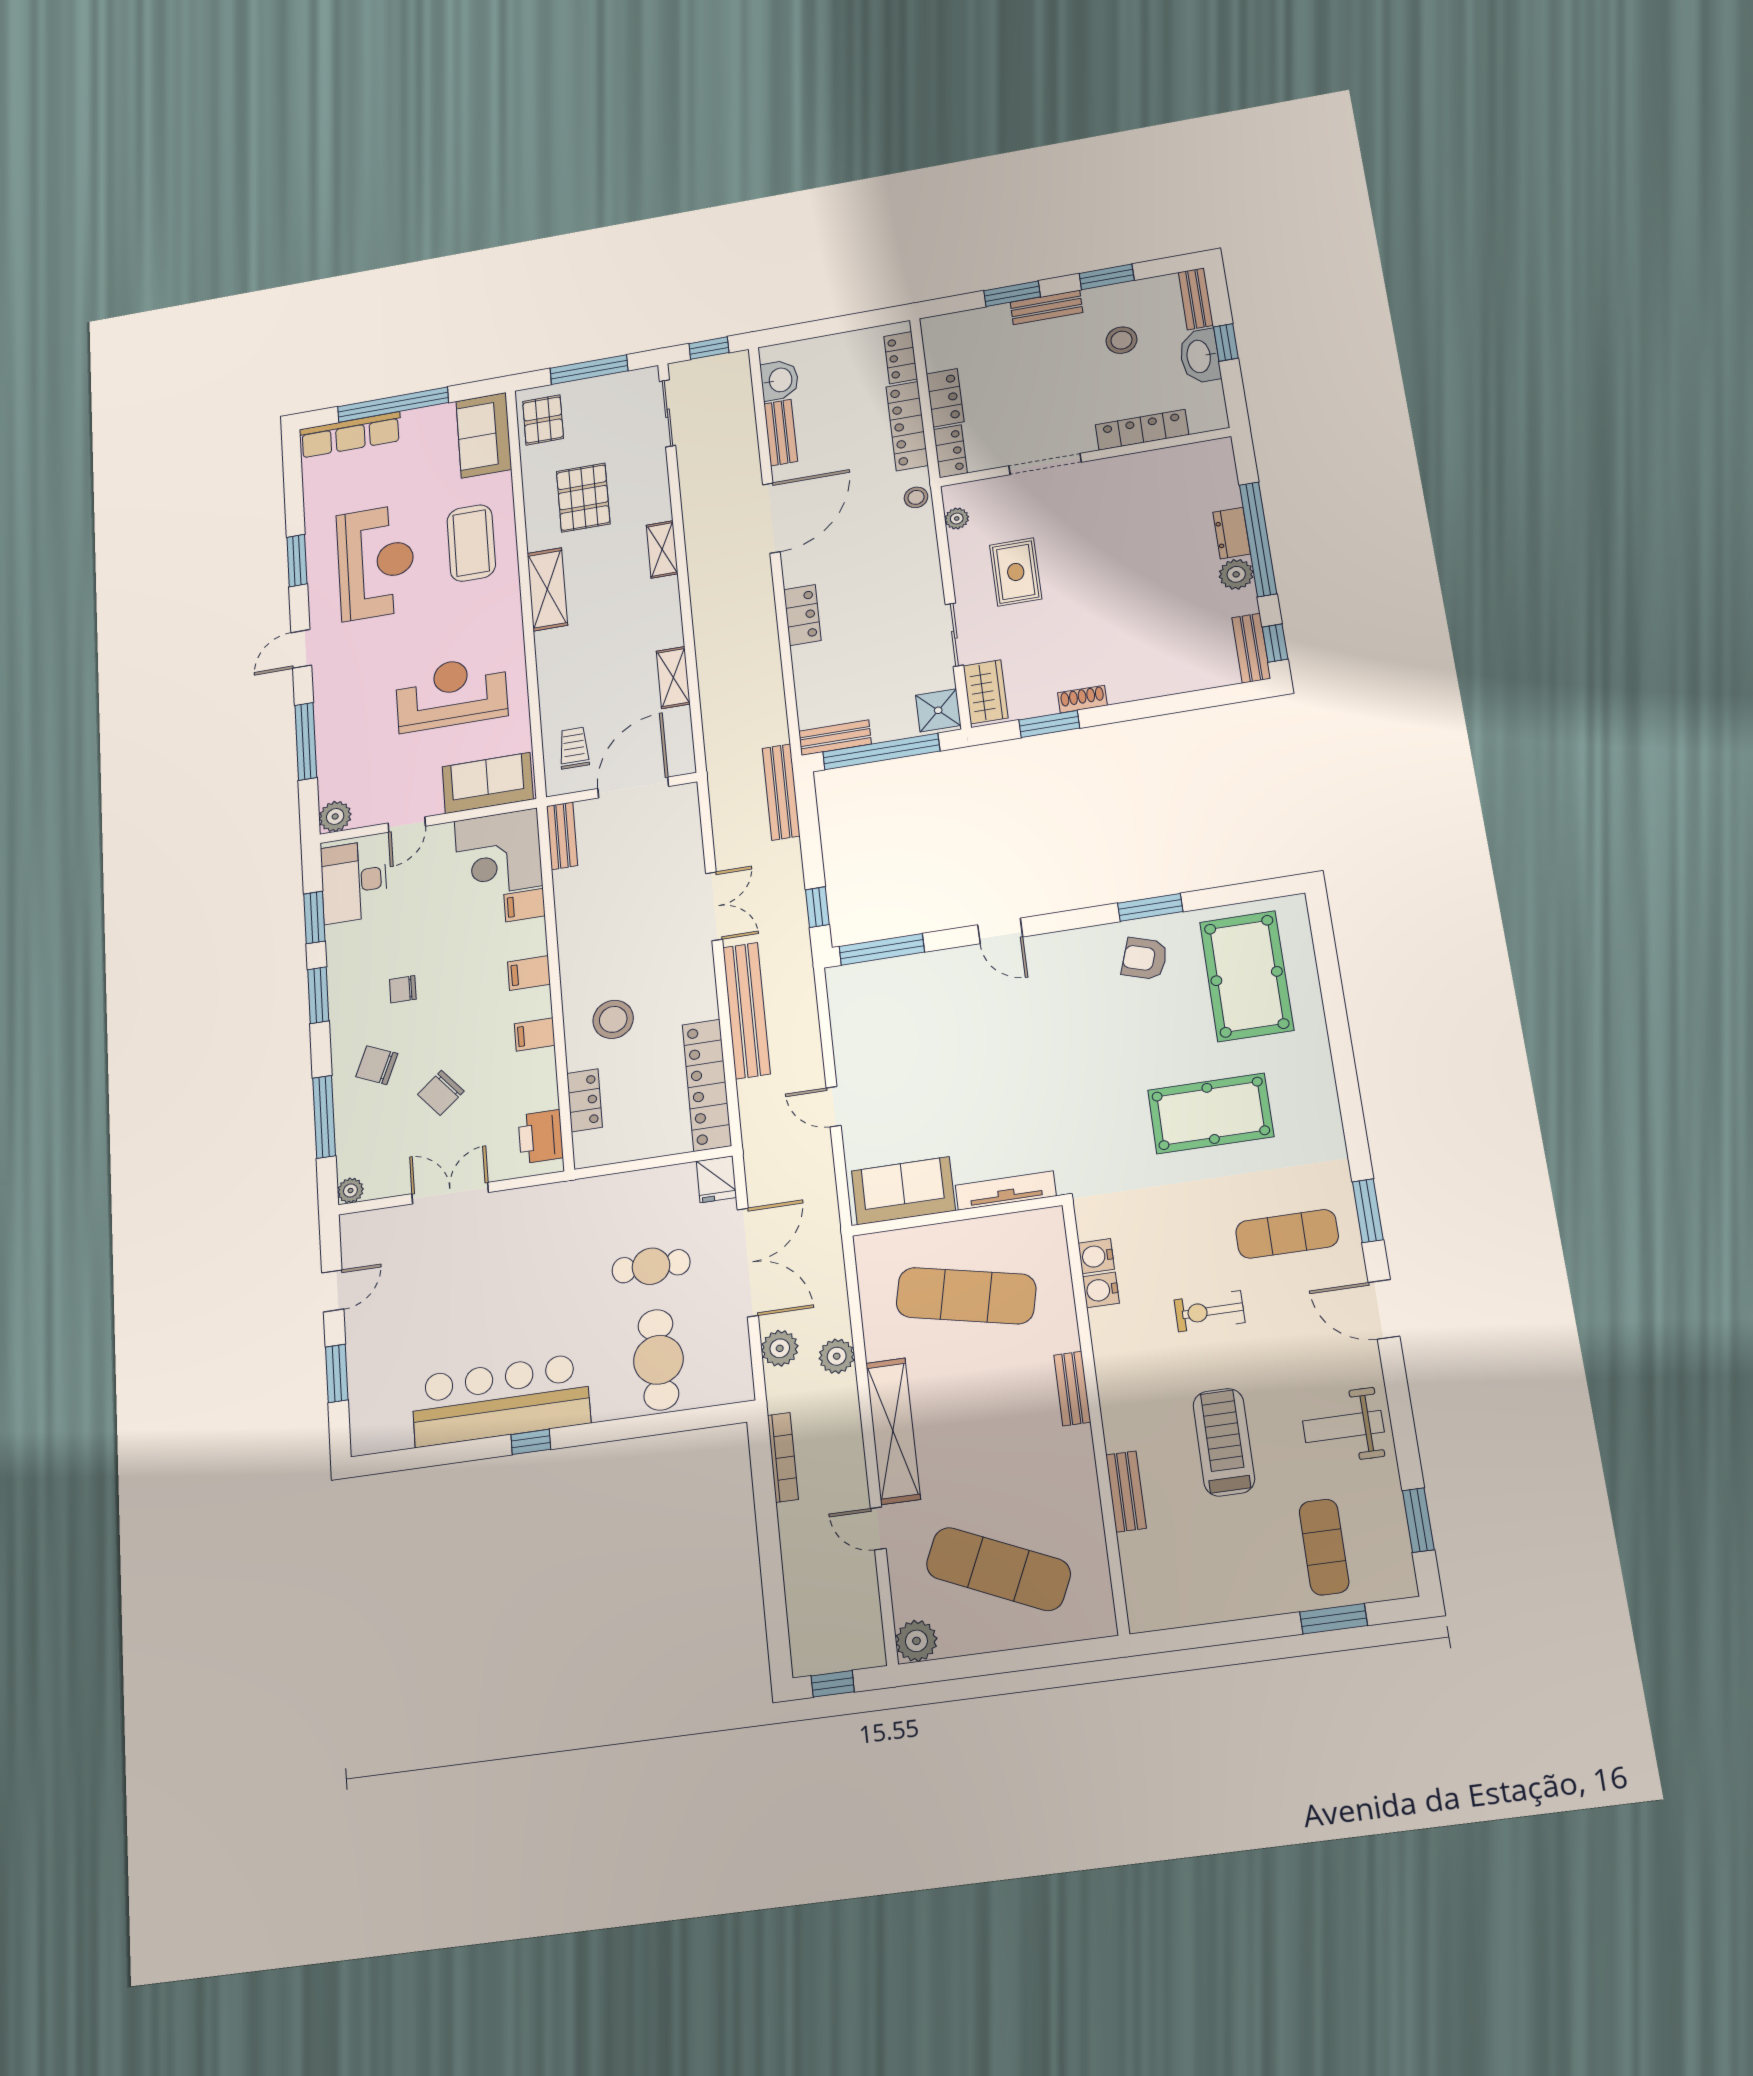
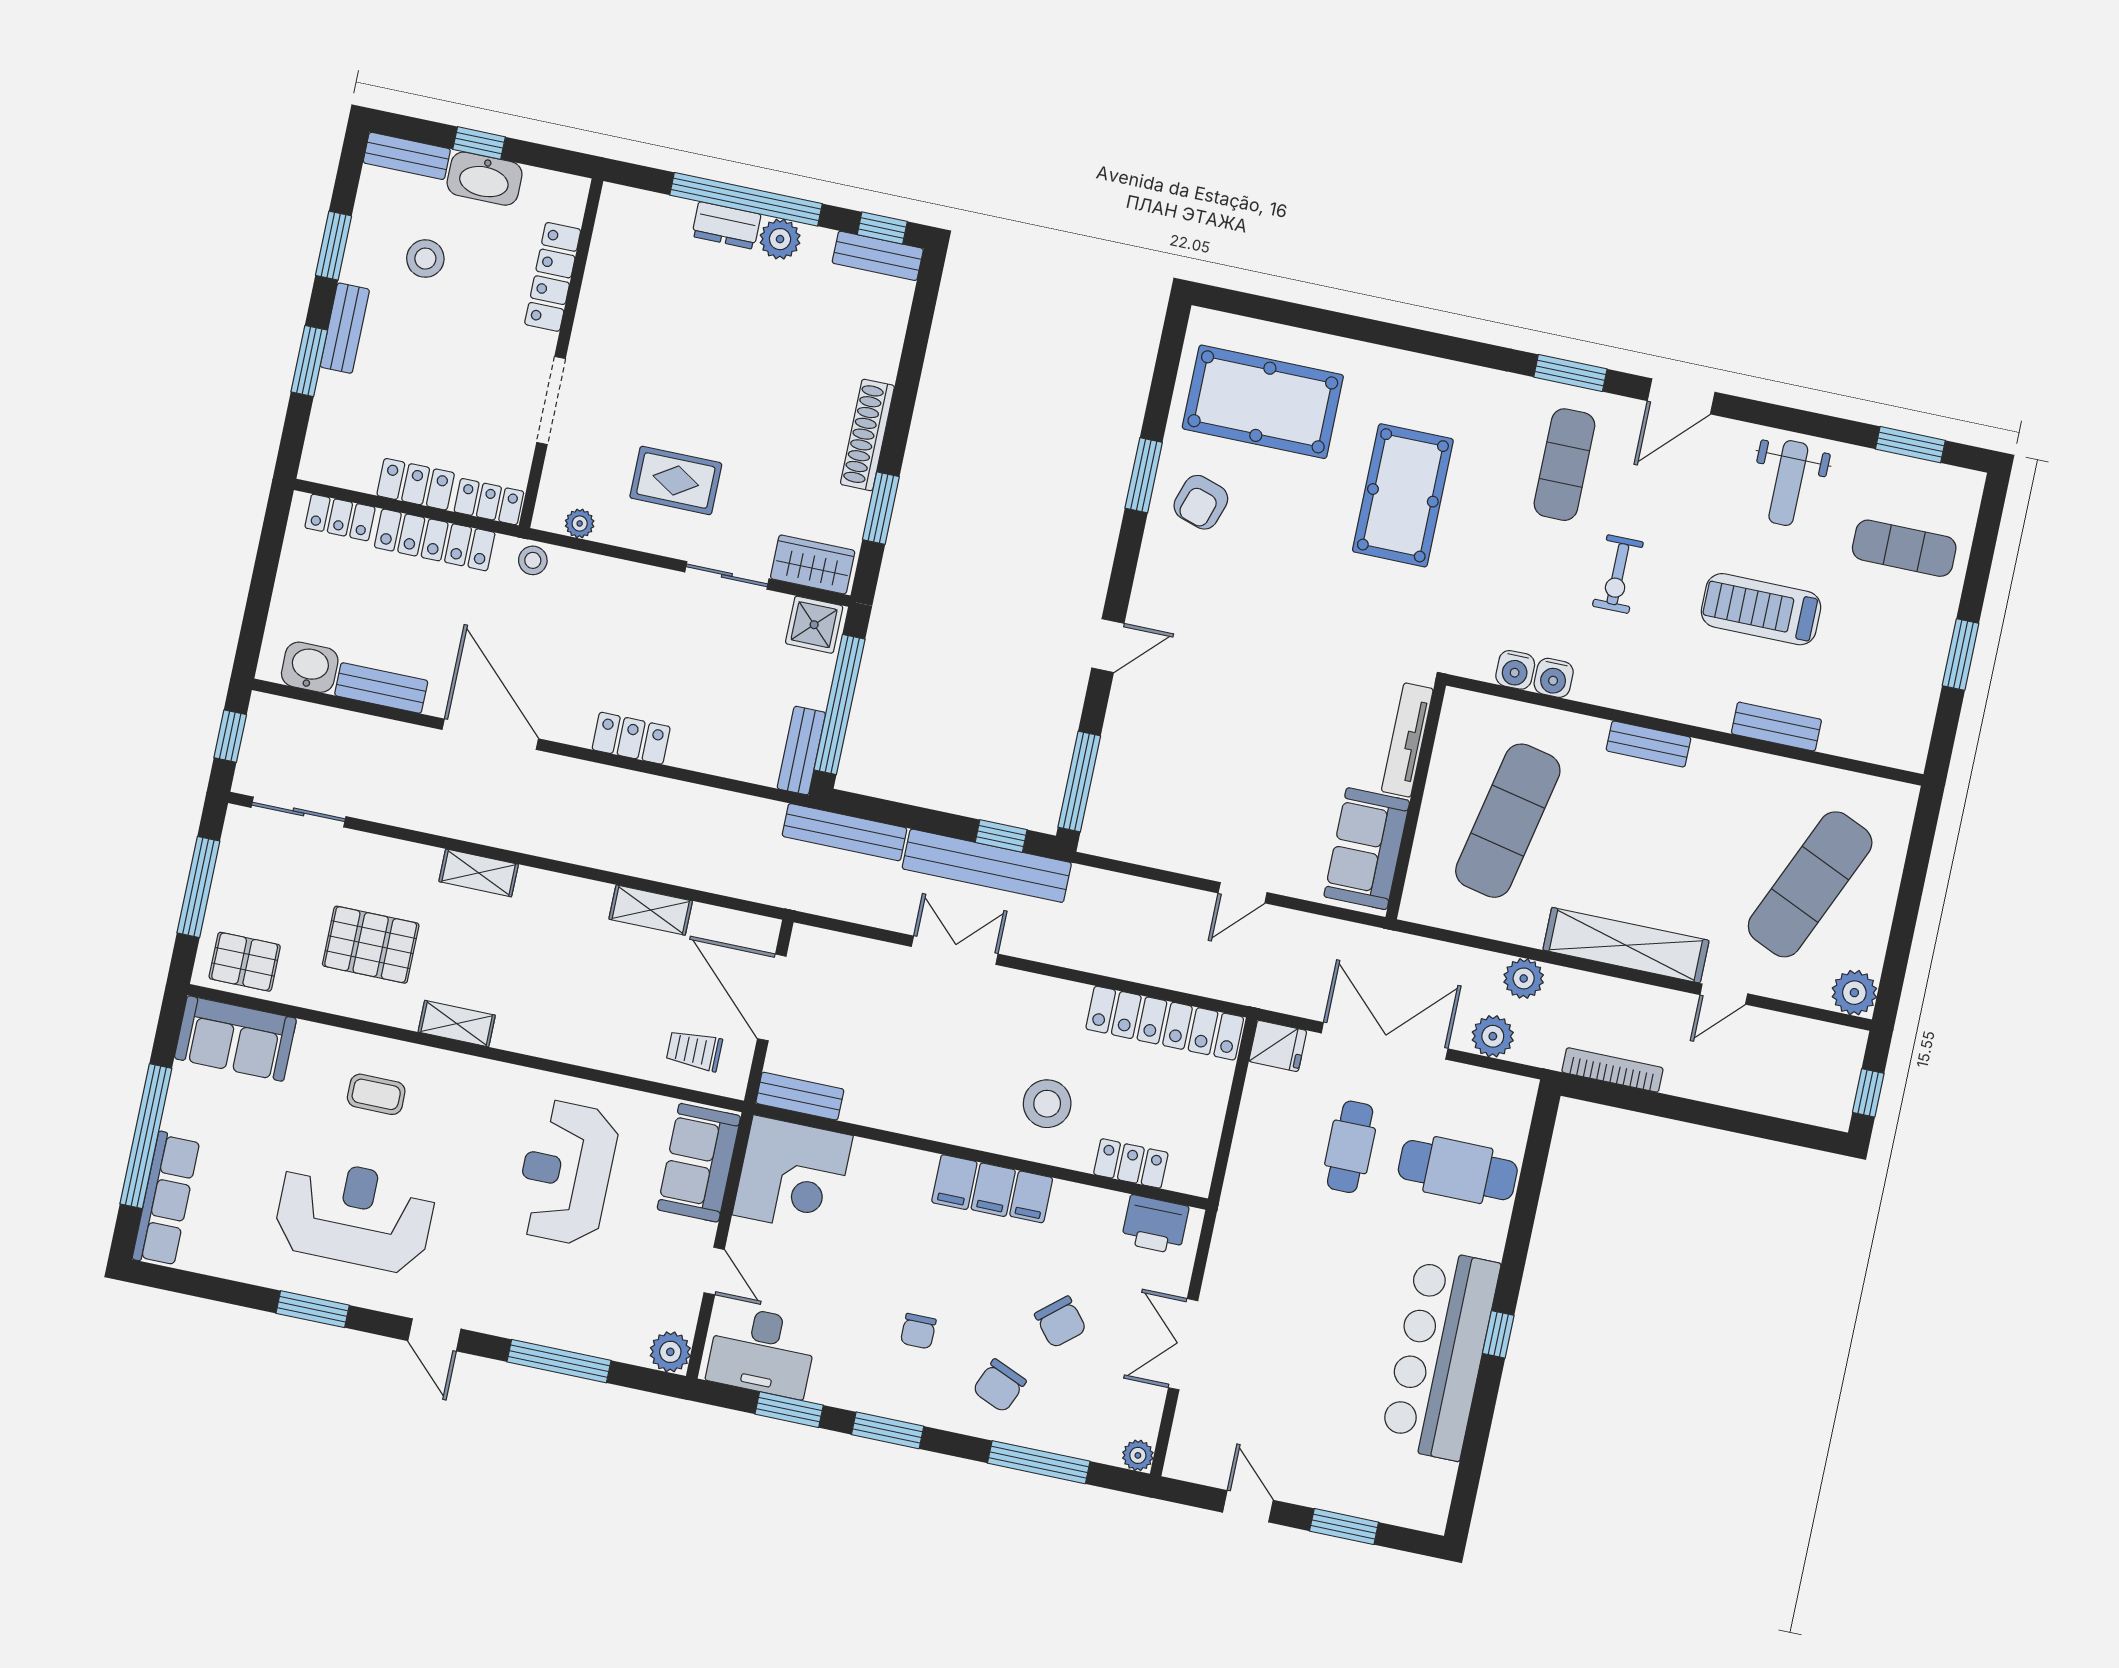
coffee table: (471, 543) -> (376, 1094), width x0.54, depth x0.58
shelving: (547, 589) -> (457, 1024), width x0.67, depth x0.75
shoe rack: (1082, 699) -> (867, 435), width x1.94, depth x1.24
filing cabinet: (525, 905) -> (993, 1190), moved
bench: (746, 1010) -> (987, 866), moved
window: (1334, 1619) -> (1961, 654), moved

